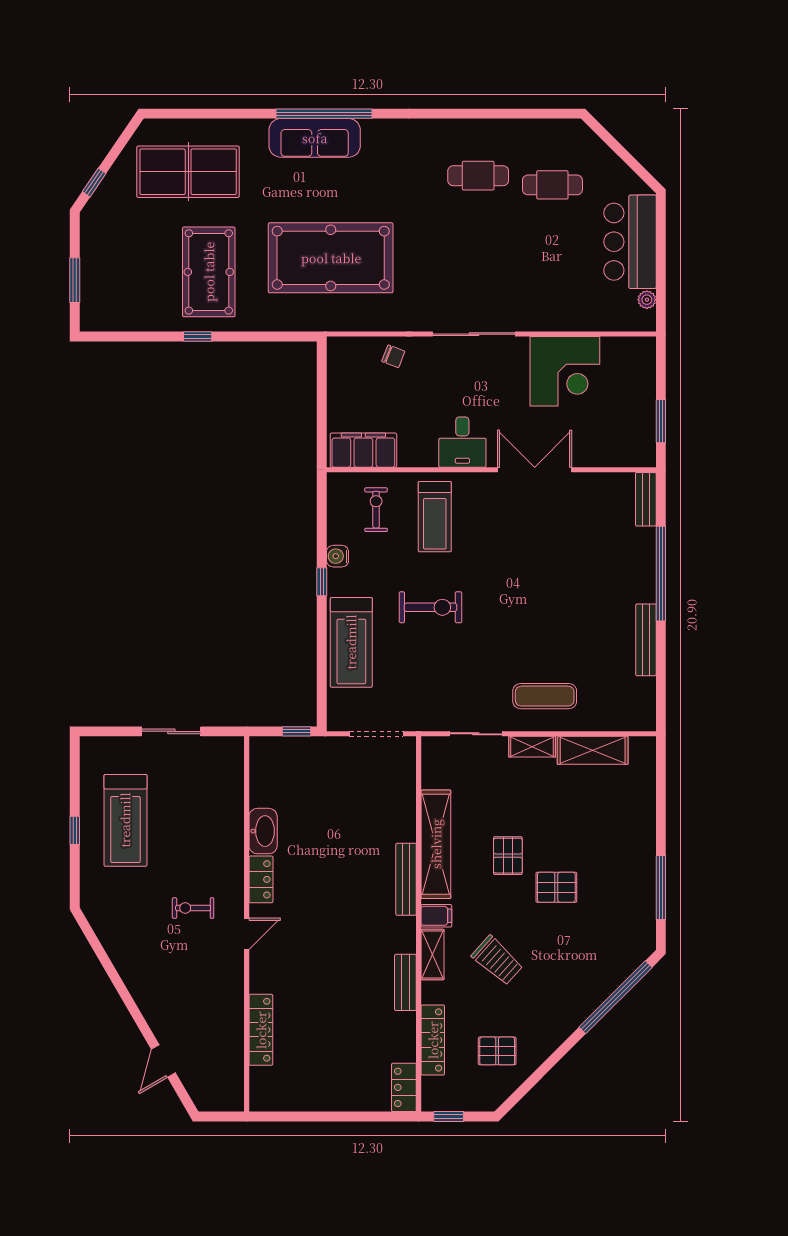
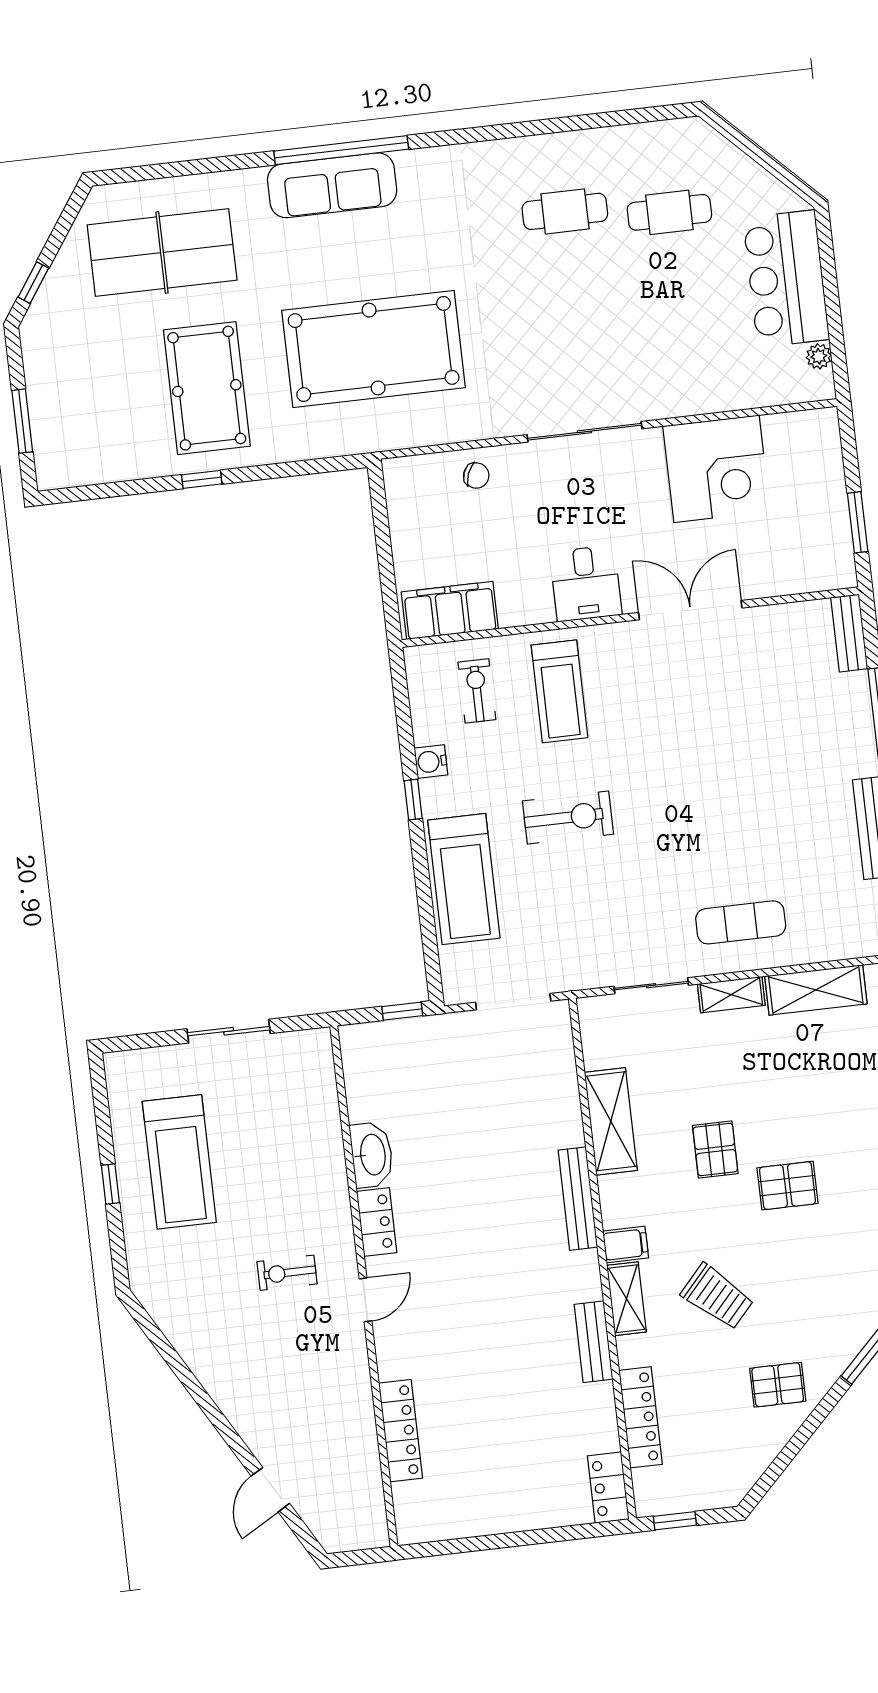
shelving: (436, 844) -> (611, 1121), width x0.68
pallet: (497, 1051) -> (778, 1385), moved

